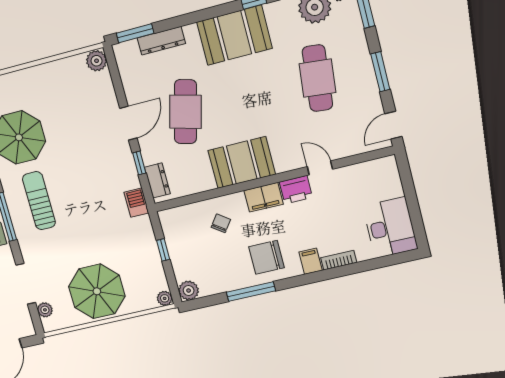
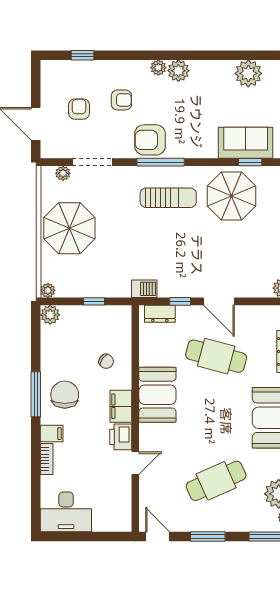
cafe table: (317, 78) -> (216, 481), turned -30
window: (251, 292) -> (36, 394), moved

